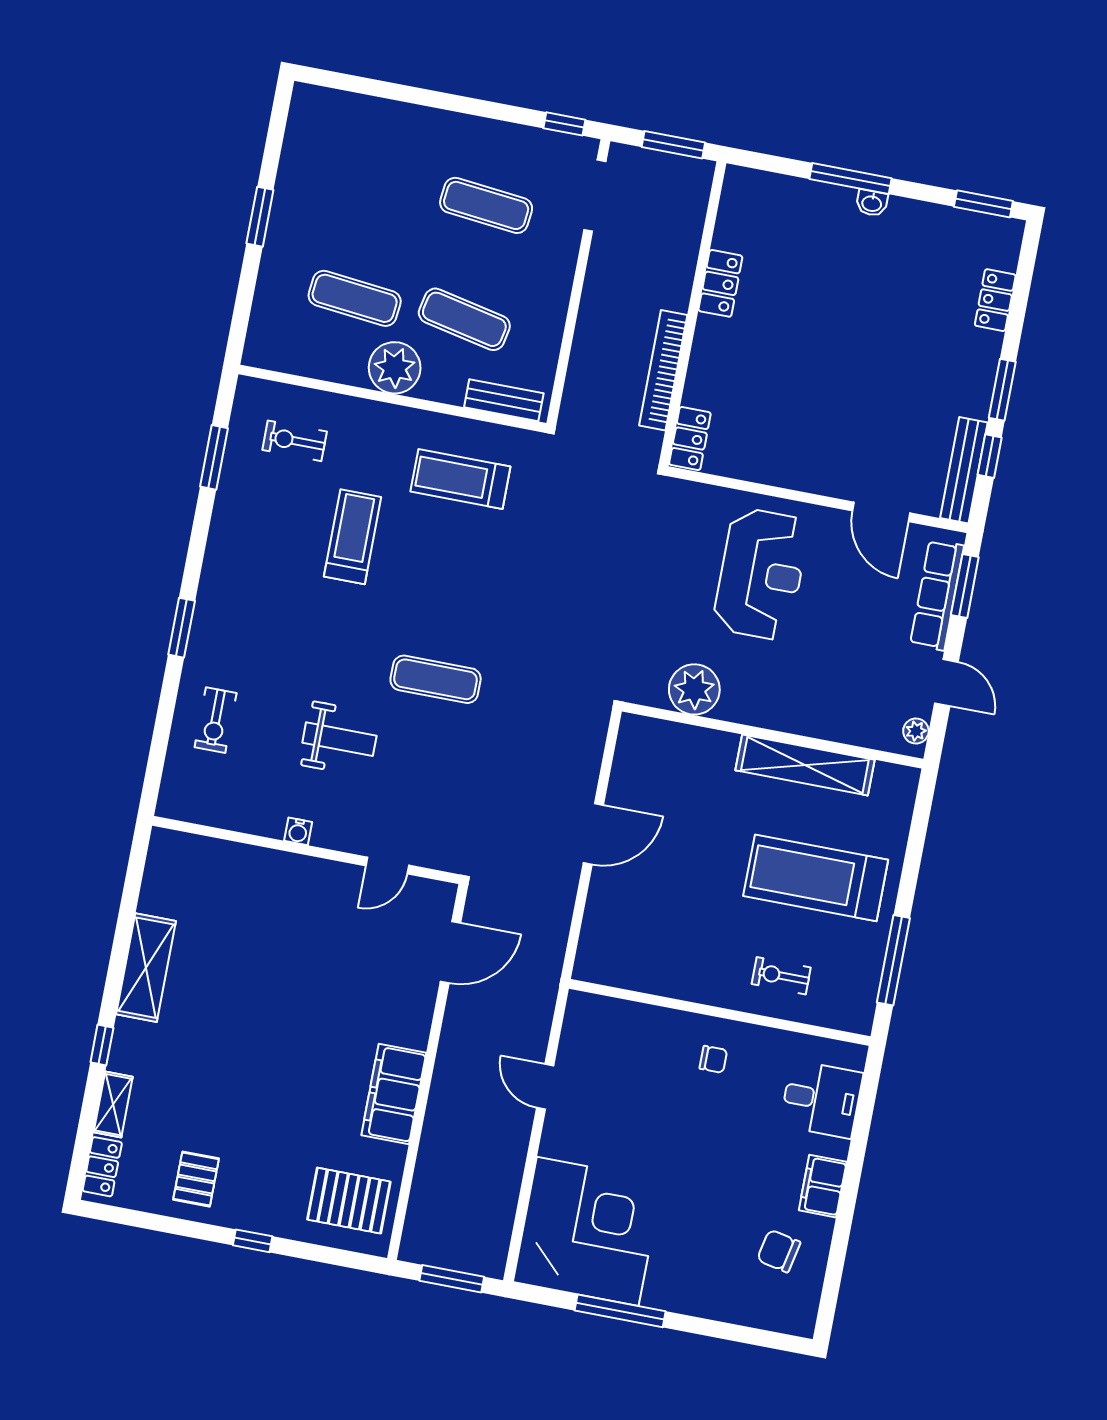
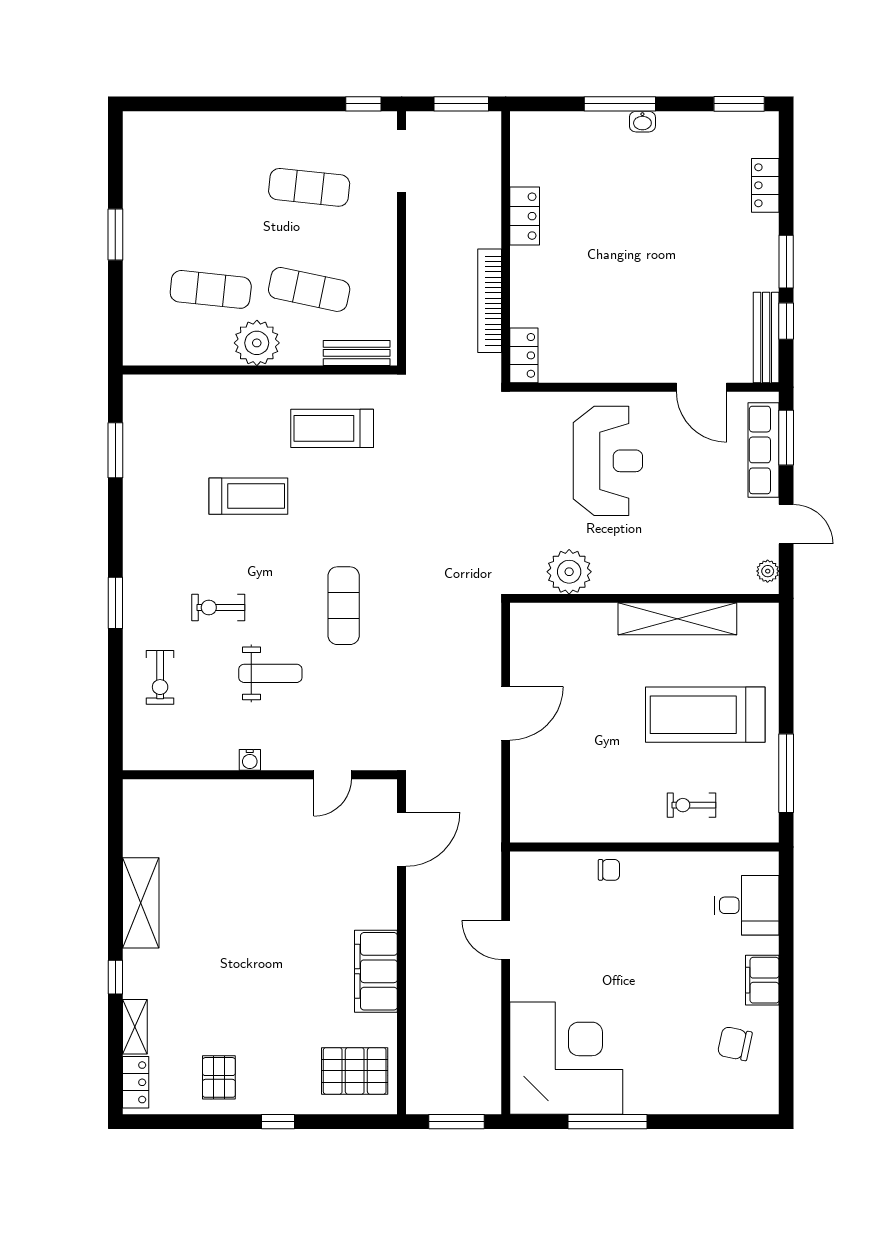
exercise bike: (295, 441) -> (218, 607), moved
treadmill: (353, 537) -> (248, 496), turned 90
exercise mat: (436, 679) -> (344, 606), turned 90
chair: (713, 1059) -> (609, 870), moved

